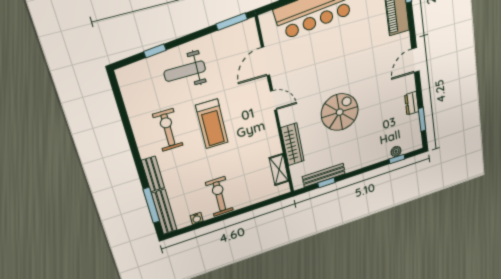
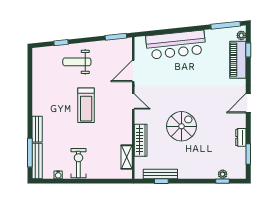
exercise bike: (168, 130) -> (55, 100), removed

